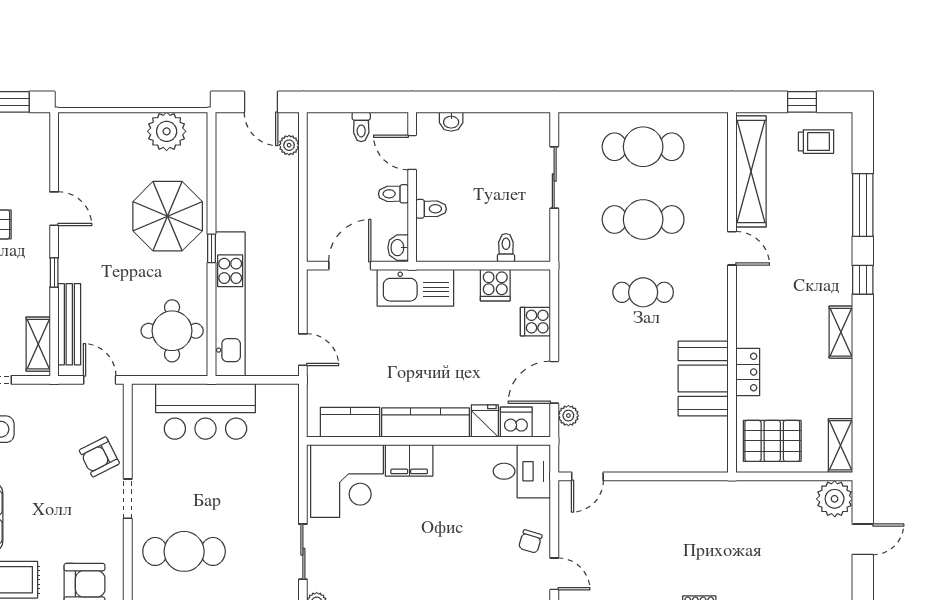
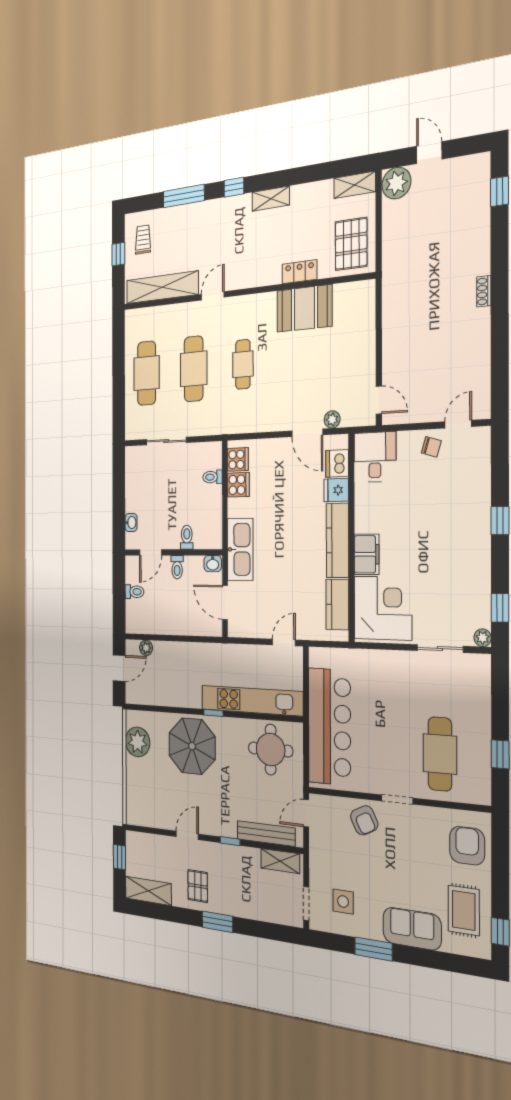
cooker: (535, 322) -> (238, 459), moved, turned -90
bar counter: (205, 411) -> (329, 727), width x1.36

